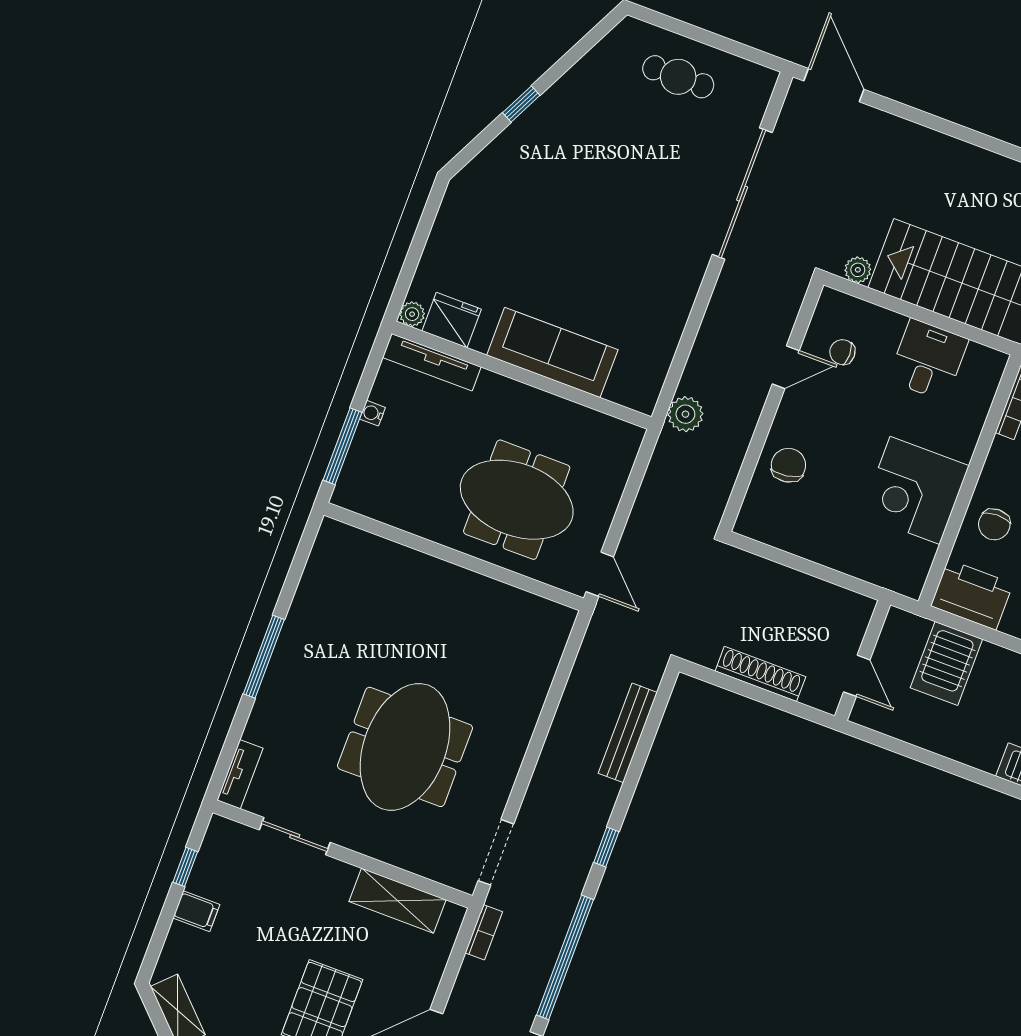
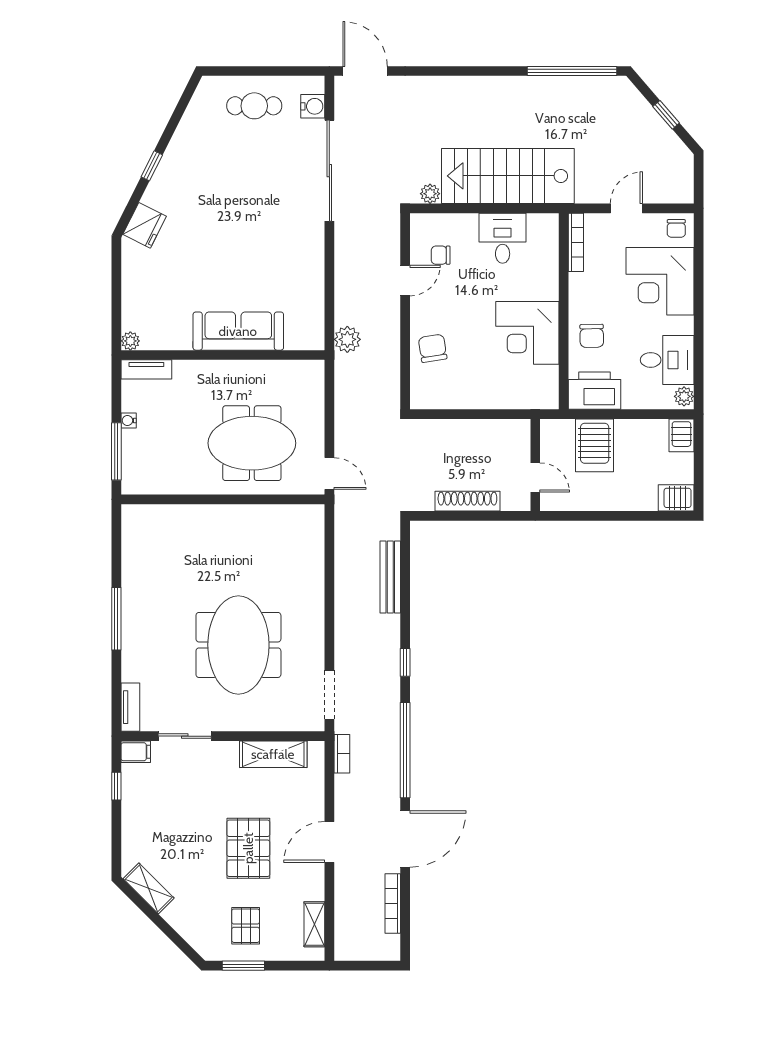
water cooler: (752, 105) -> (313, 106), added
fridge: (452, 320) -> (145, 225), moved, turned 117
tv unit: (432, 362) -> (146, 369), width x0.71
filing cabinet: (196, 911) -> (136, 752), moved

